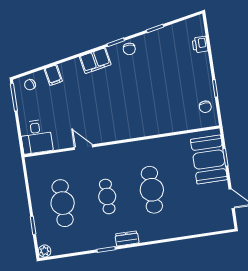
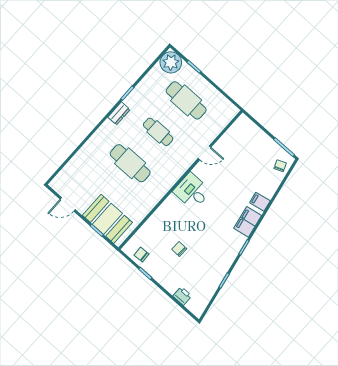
chair: (129, 49) -> (179, 249), moved
filing cabinet: (53, 75) -> (260, 202), moved
desk: (36, 137) -> (192, 191), moved
plant: (45, 251) -> (171, 62), width x1.88, depth x1.88

